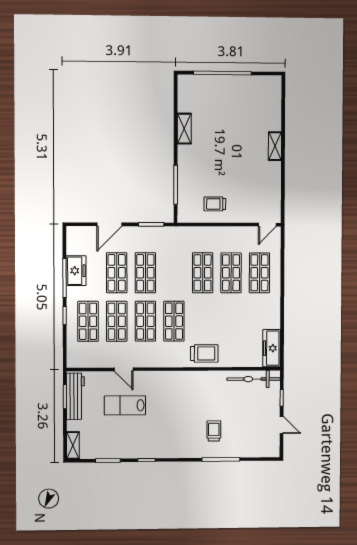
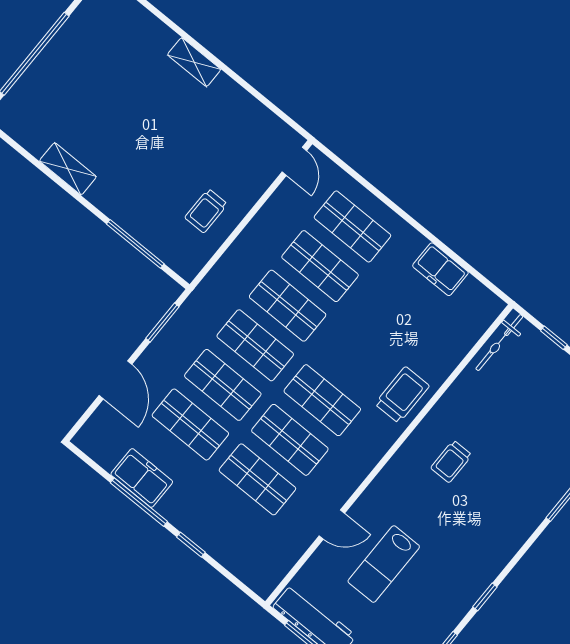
shop shelf: (88, 321) -> (255, 345), moved
freezer: (272, 348) -> (440, 269), moved, width x0.71
bicycle: (254, 379) -> (499, 343), width x0.73, depth x0.71
trolley: (214, 431) -> (451, 461), moved, turned -90

